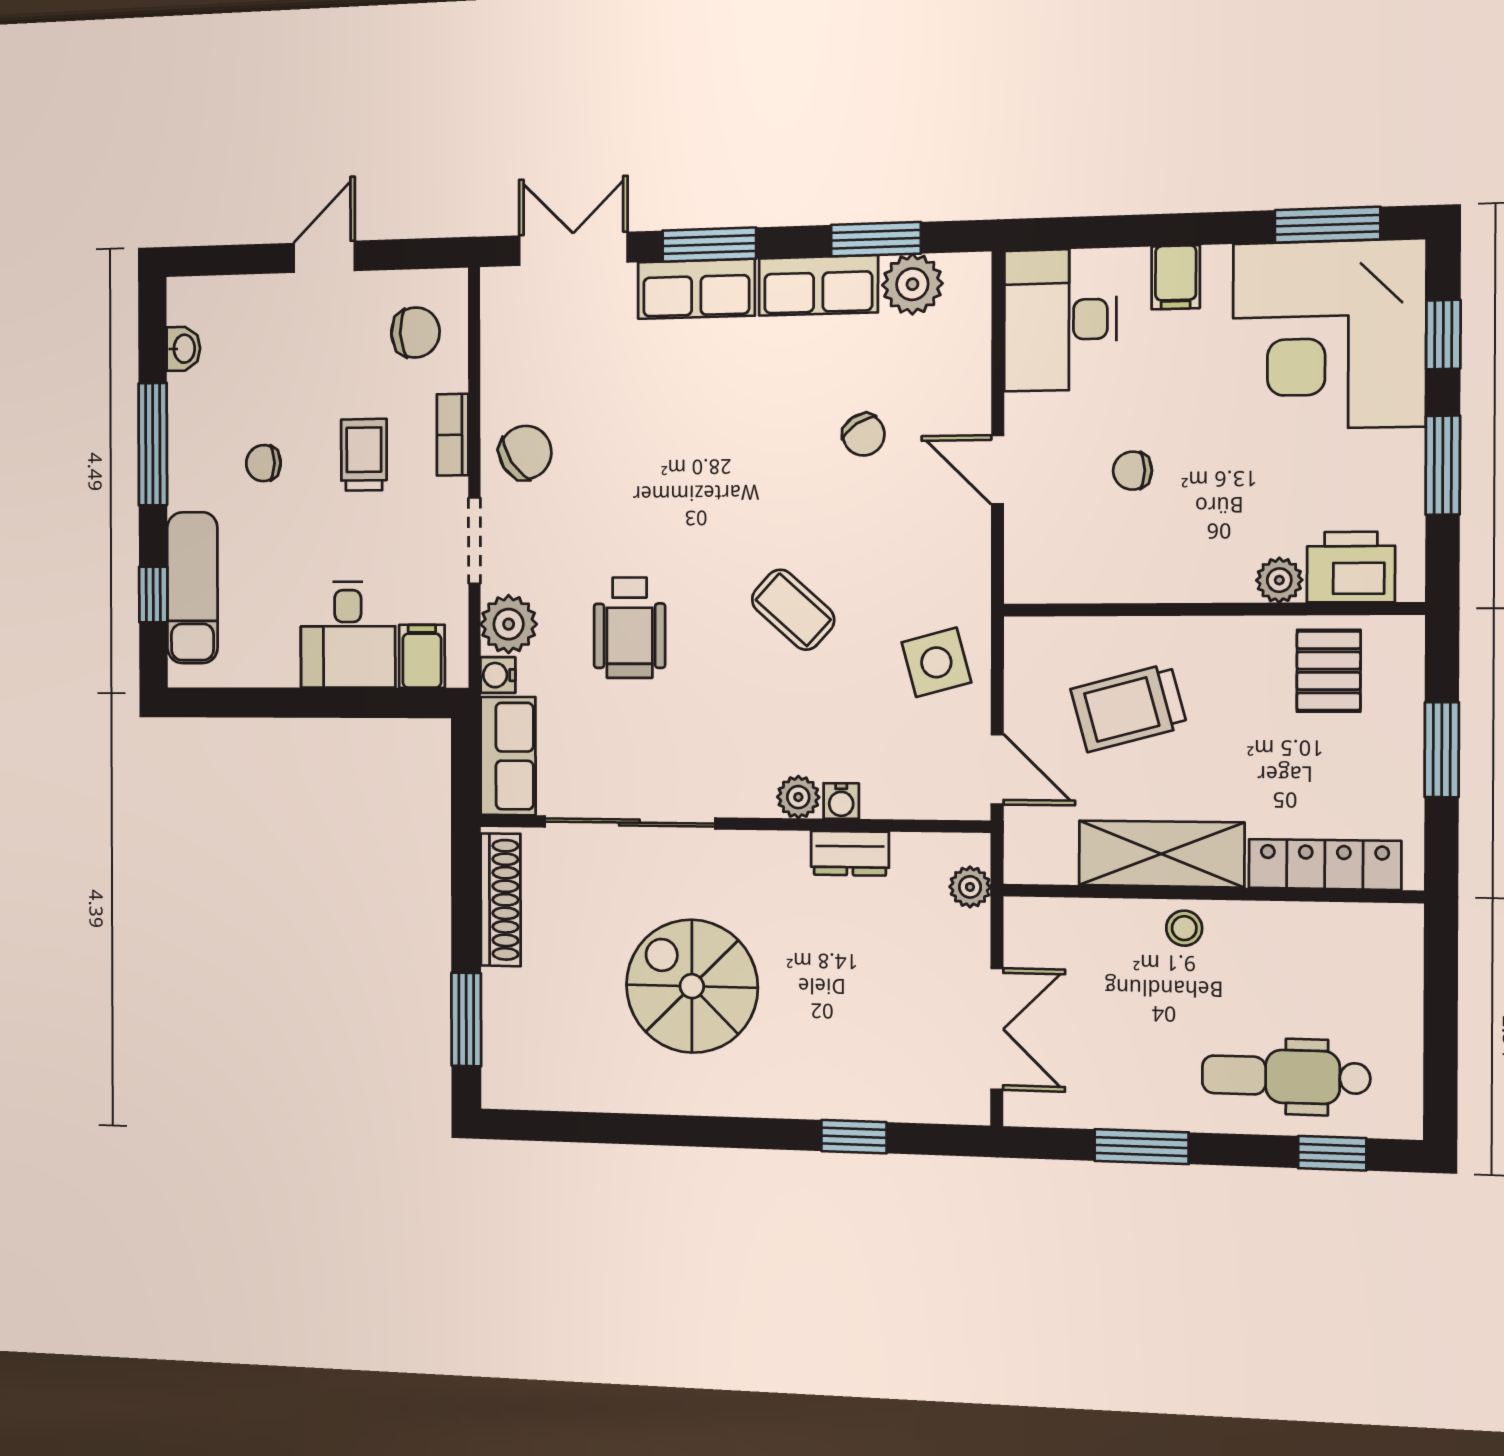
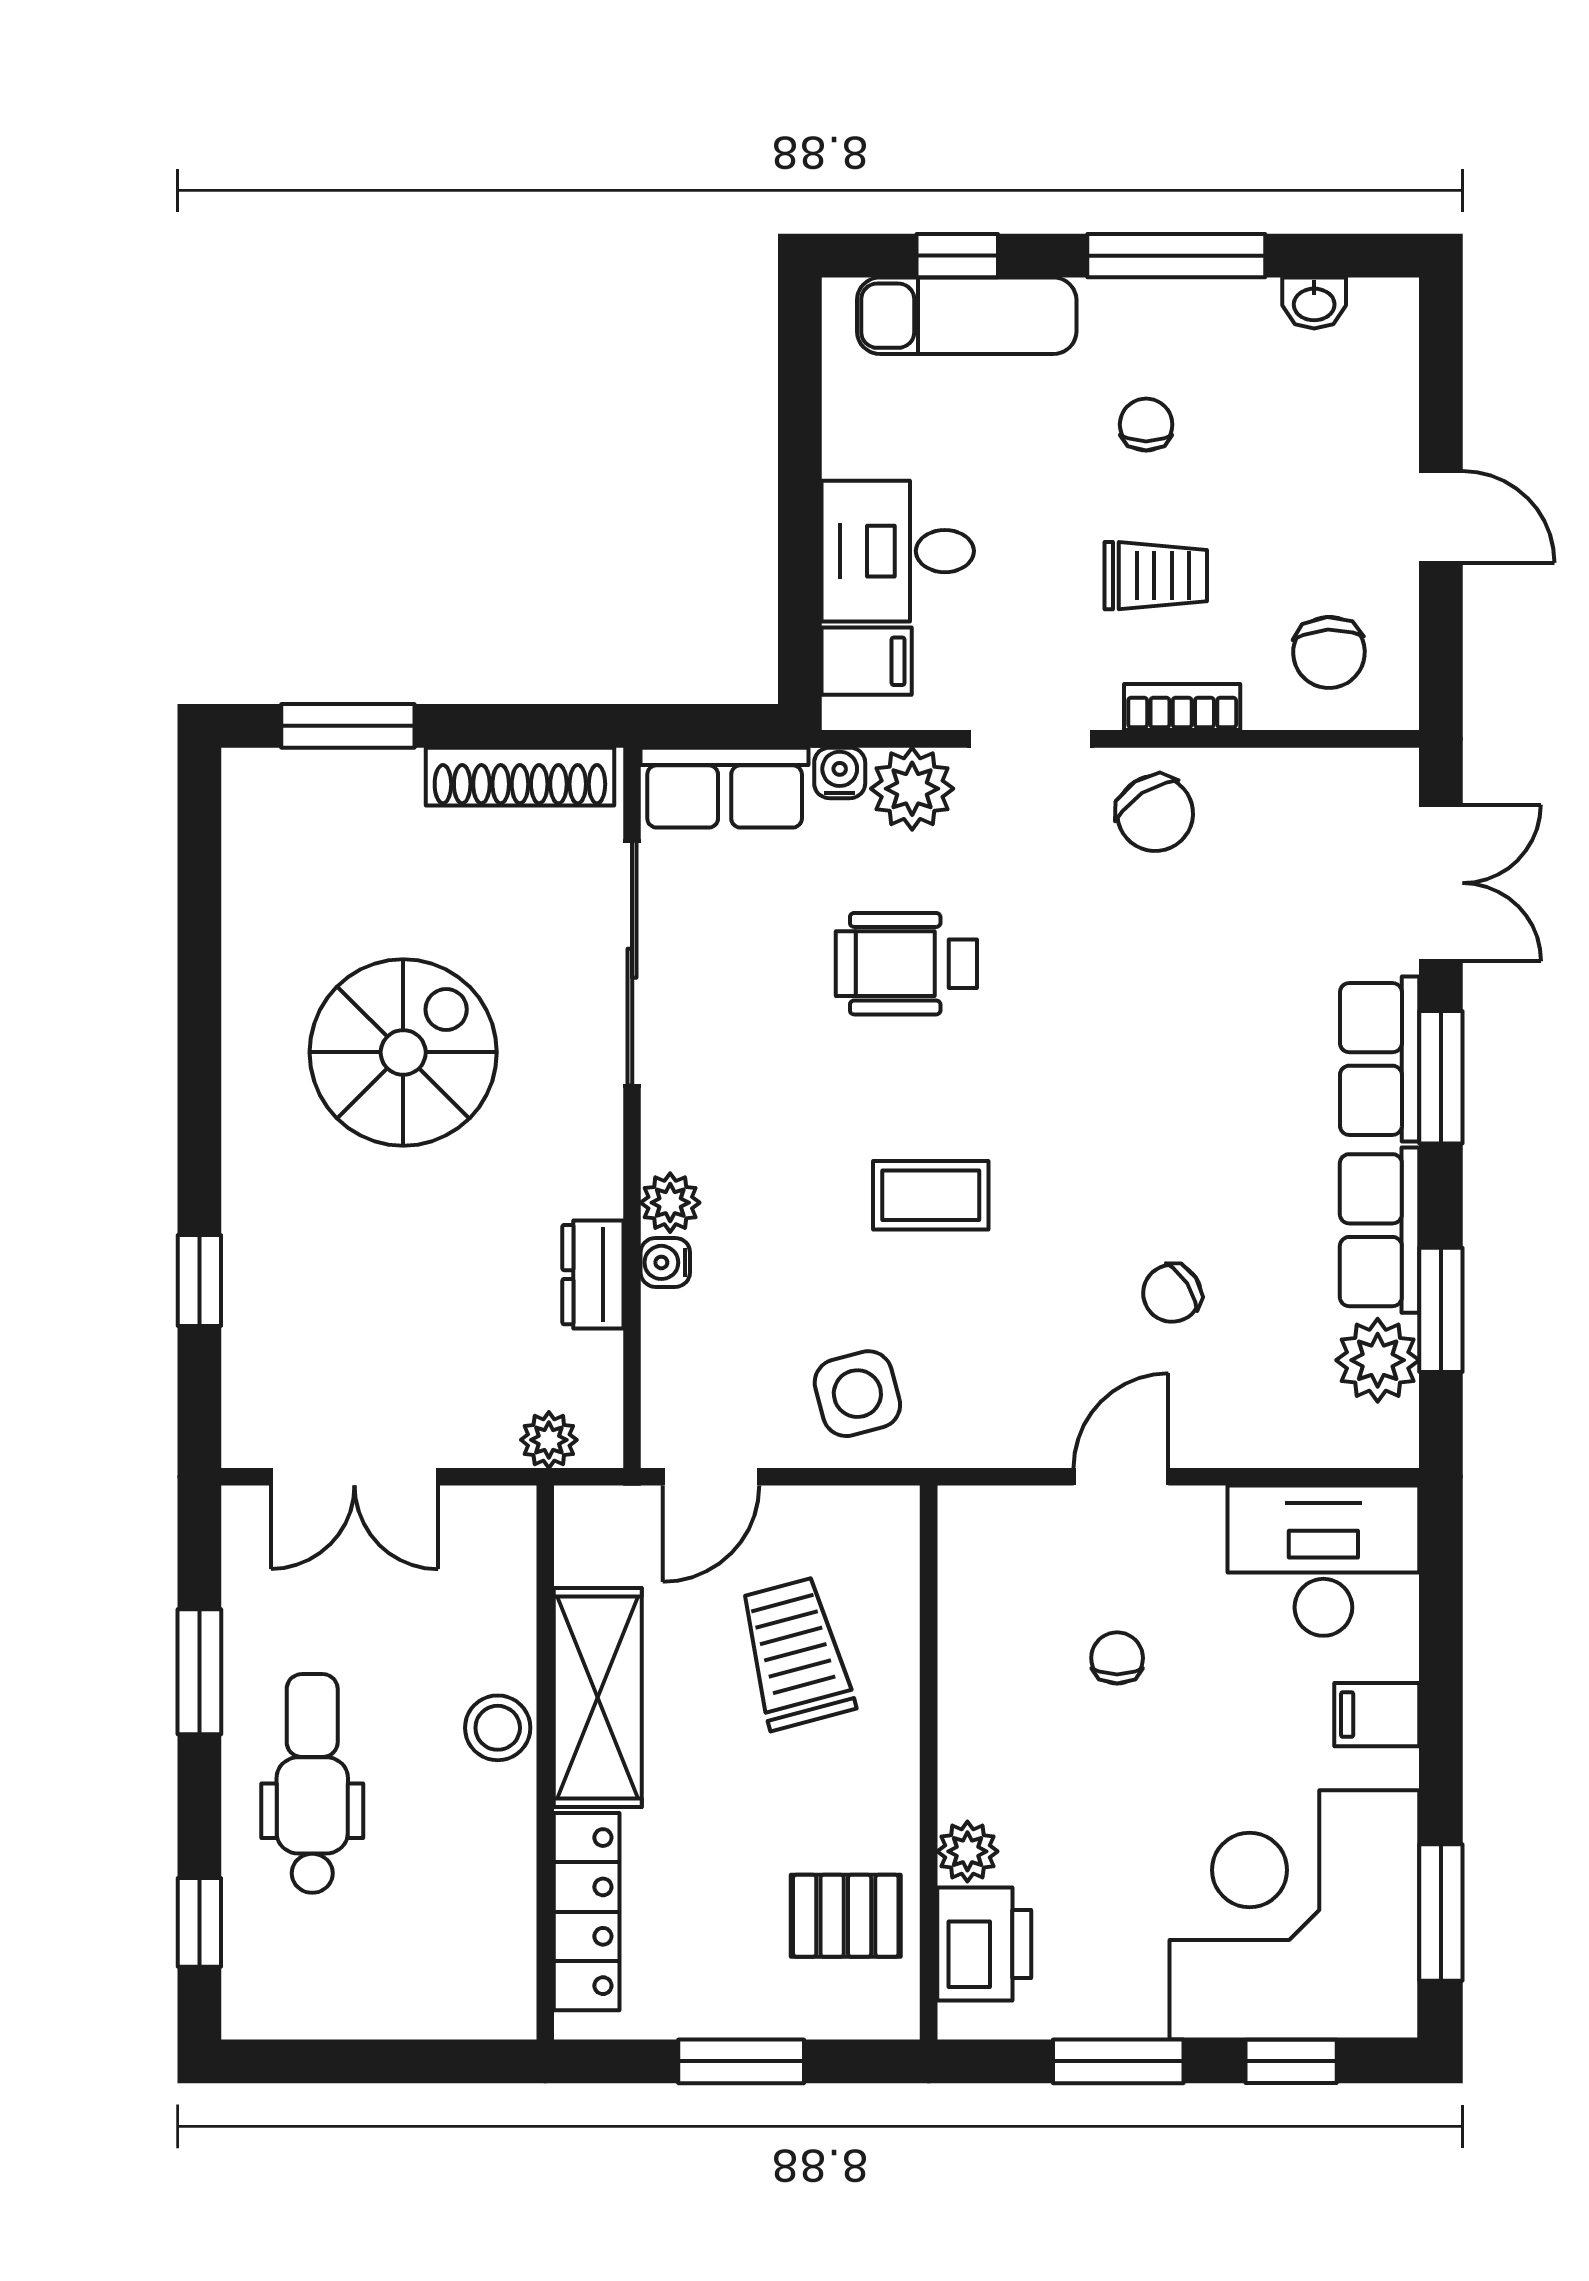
coffee table: (793, 610) -> (931, 1195), turned 48
stool: (1184, 928) -> (498, 1728), width x1.37, depth x1.37
dental chair: (1286, 1076) -> (312, 1783), moved

